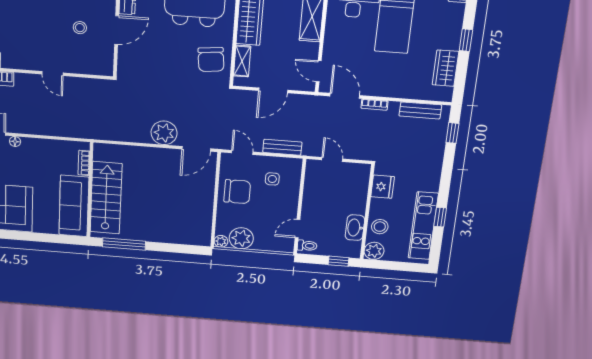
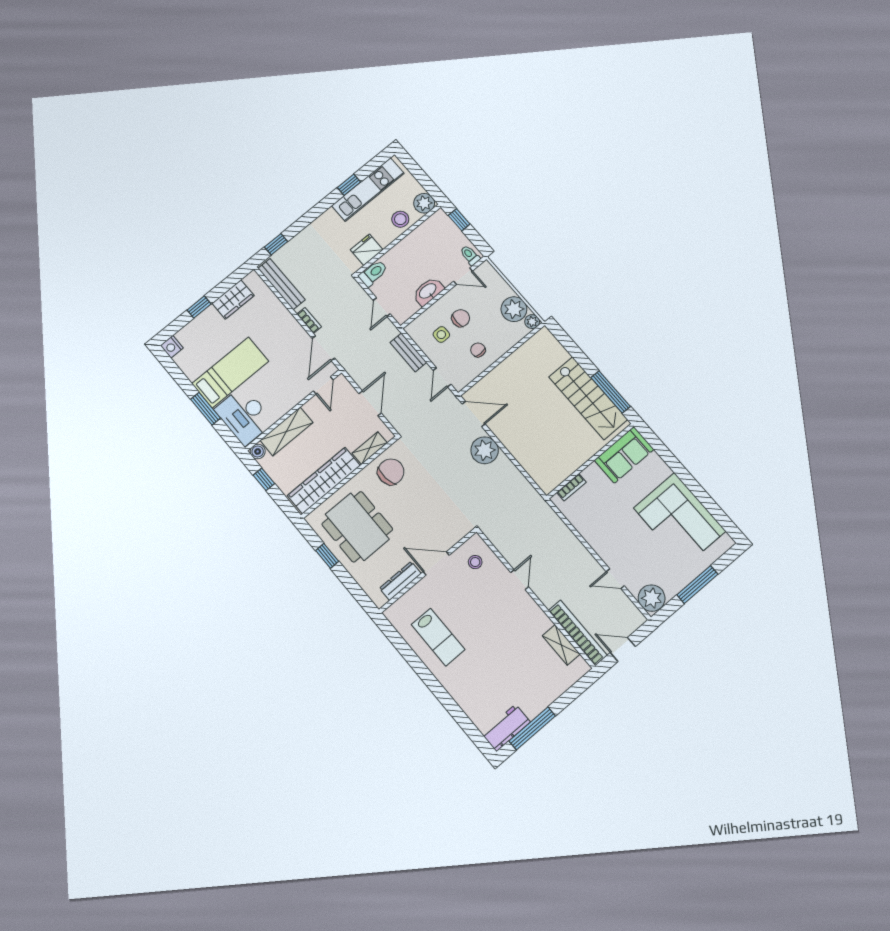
stool: (80, 28) -> (475, 562), moved
door: (273, 90) -> (370, 403), hinge flipped
bench: (420, 110) -> (282, 284), width x1.36
floor lamp: (15, 141) -> (607, 557), removed
toilet: (362, 176) -> (373, 273), added
chair: (237, 192) -> (478, 350), width x0.54, depth x0.54
stairs: (106, 198) -> (588, 398), moved, turned -90
chair: (270, 201) -> (461, 318), added
sofa: (74, 206) -> (624, 455), width x0.73
washbasin: (355, 228) -> (428, 291), moved, turned 180

